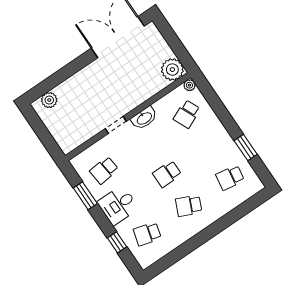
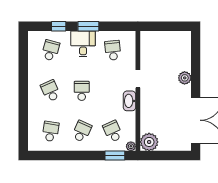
plant: (49, 100) -> (185, 78), moved
school desk: (208, 146) -> (82, 131), added
window: (246, 148) -> (115, 156), moved
window: (85, 196) -> (88, 26), moved
school desk: (189, 206) -> (51, 91), turned -48

